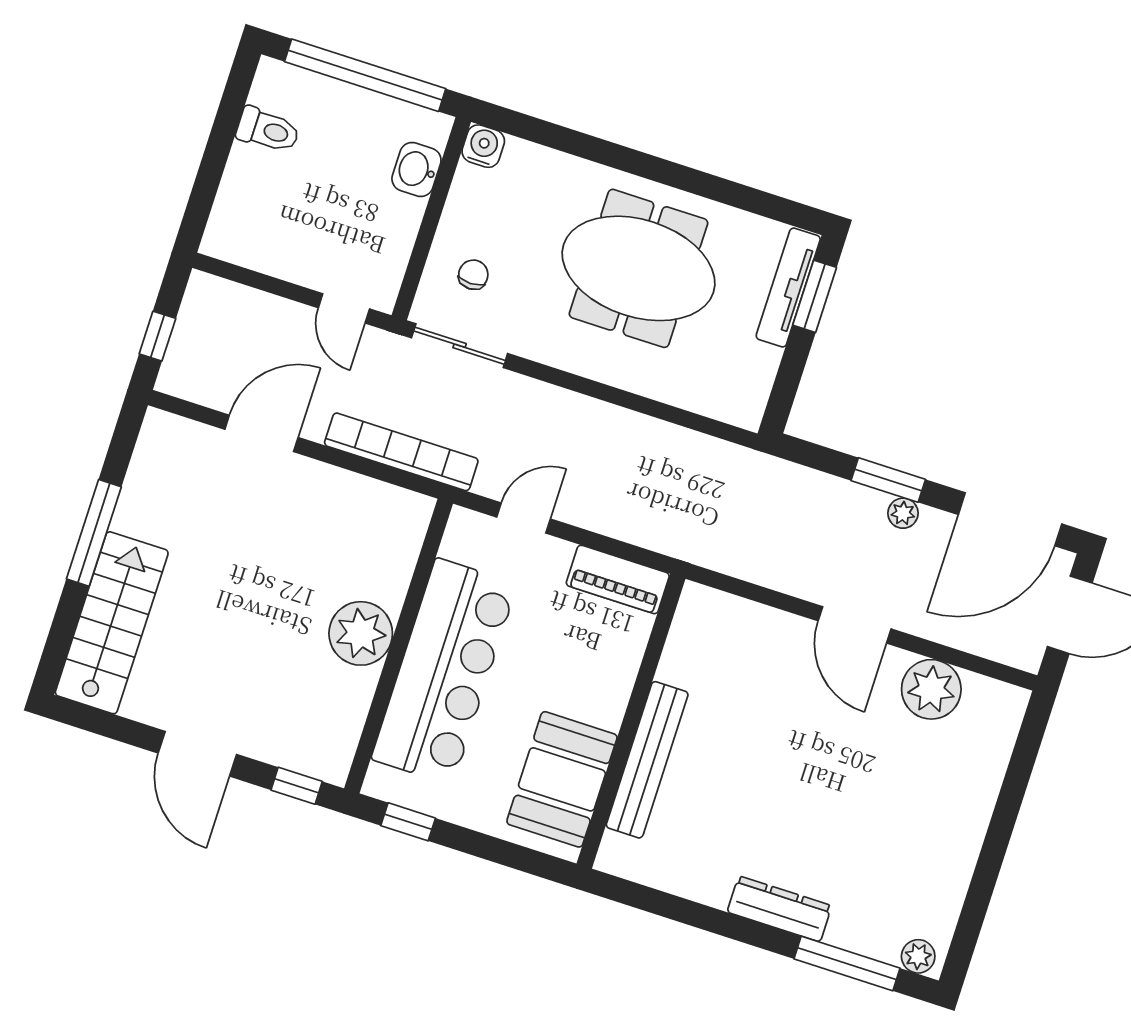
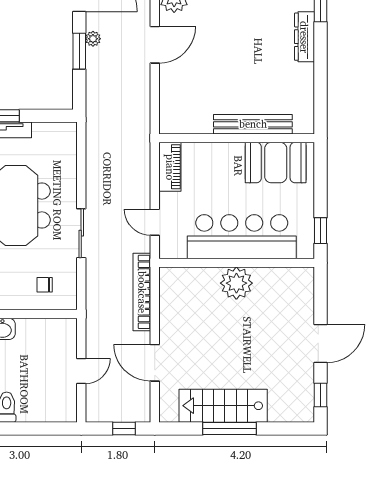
door: (344, 308) -> (81, 371), moved
sliding door: (460, 346) -> (81, 233), moved
stairs: (112, 623) -> (223, 406), moved
window: (297, 786) -> (320, 395), moved

